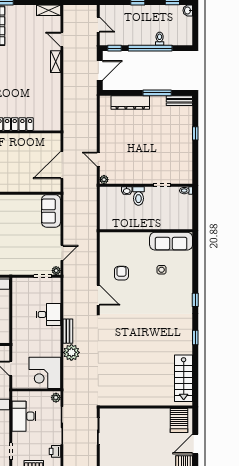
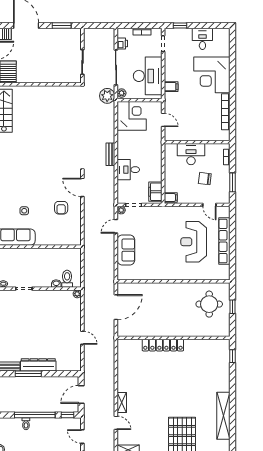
dresser: (130, 103) -> (38, 365), moved
door: (98, 159) -> (82, 338), moved
toilet: (138, 196) -> (67, 279), moved
sofa: (51, 211) -> (126, 250), moved
filing cabinet: (19, 290) -> (155, 192), added
plant: (71, 352) -> (107, 96), moved
desk: (24, 416) -> (148, 76), width x1.36, depth x1.30

